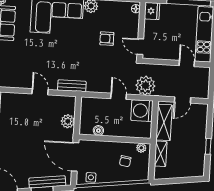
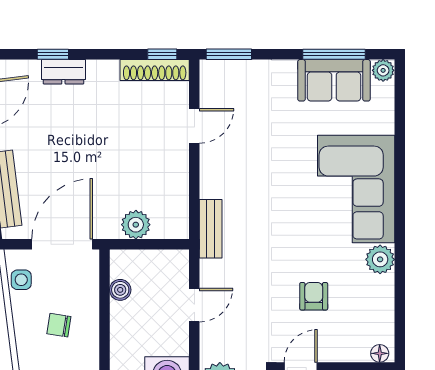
door: (40, 92) -> (194, 126), moved
door: (119, 96) -> (194, 305), moved
chair: (125, 161) -> (59, 325), moved

